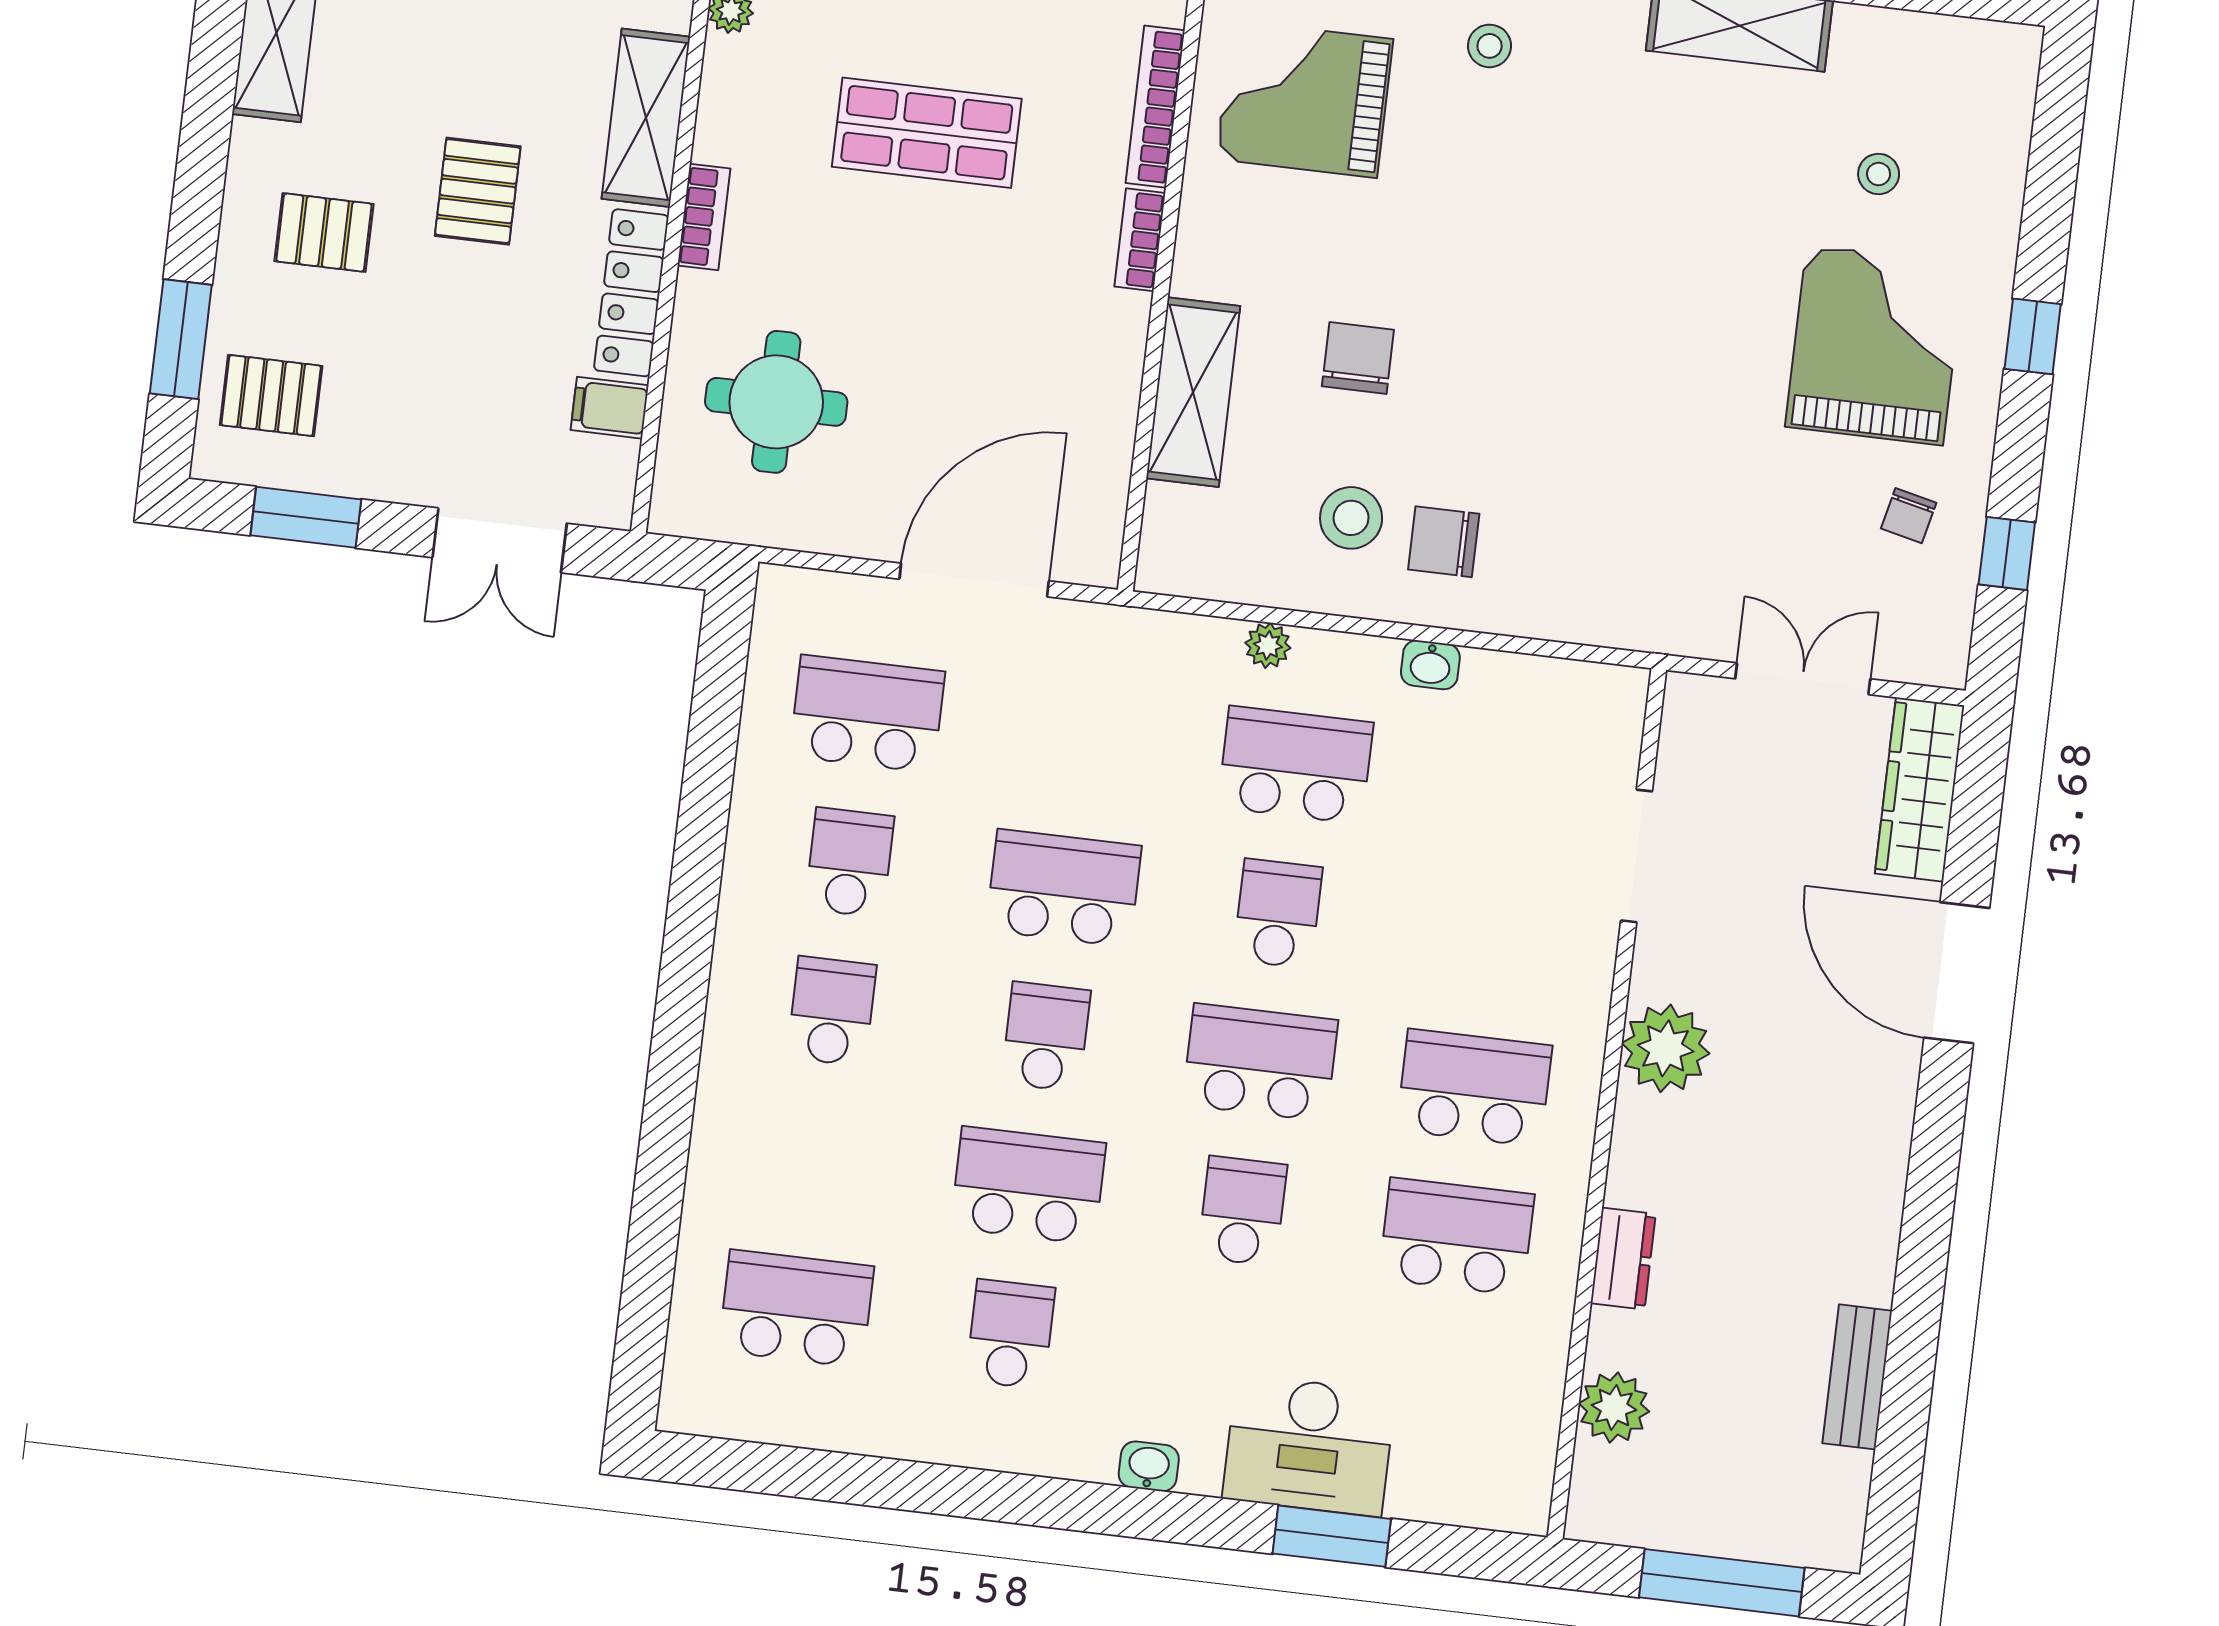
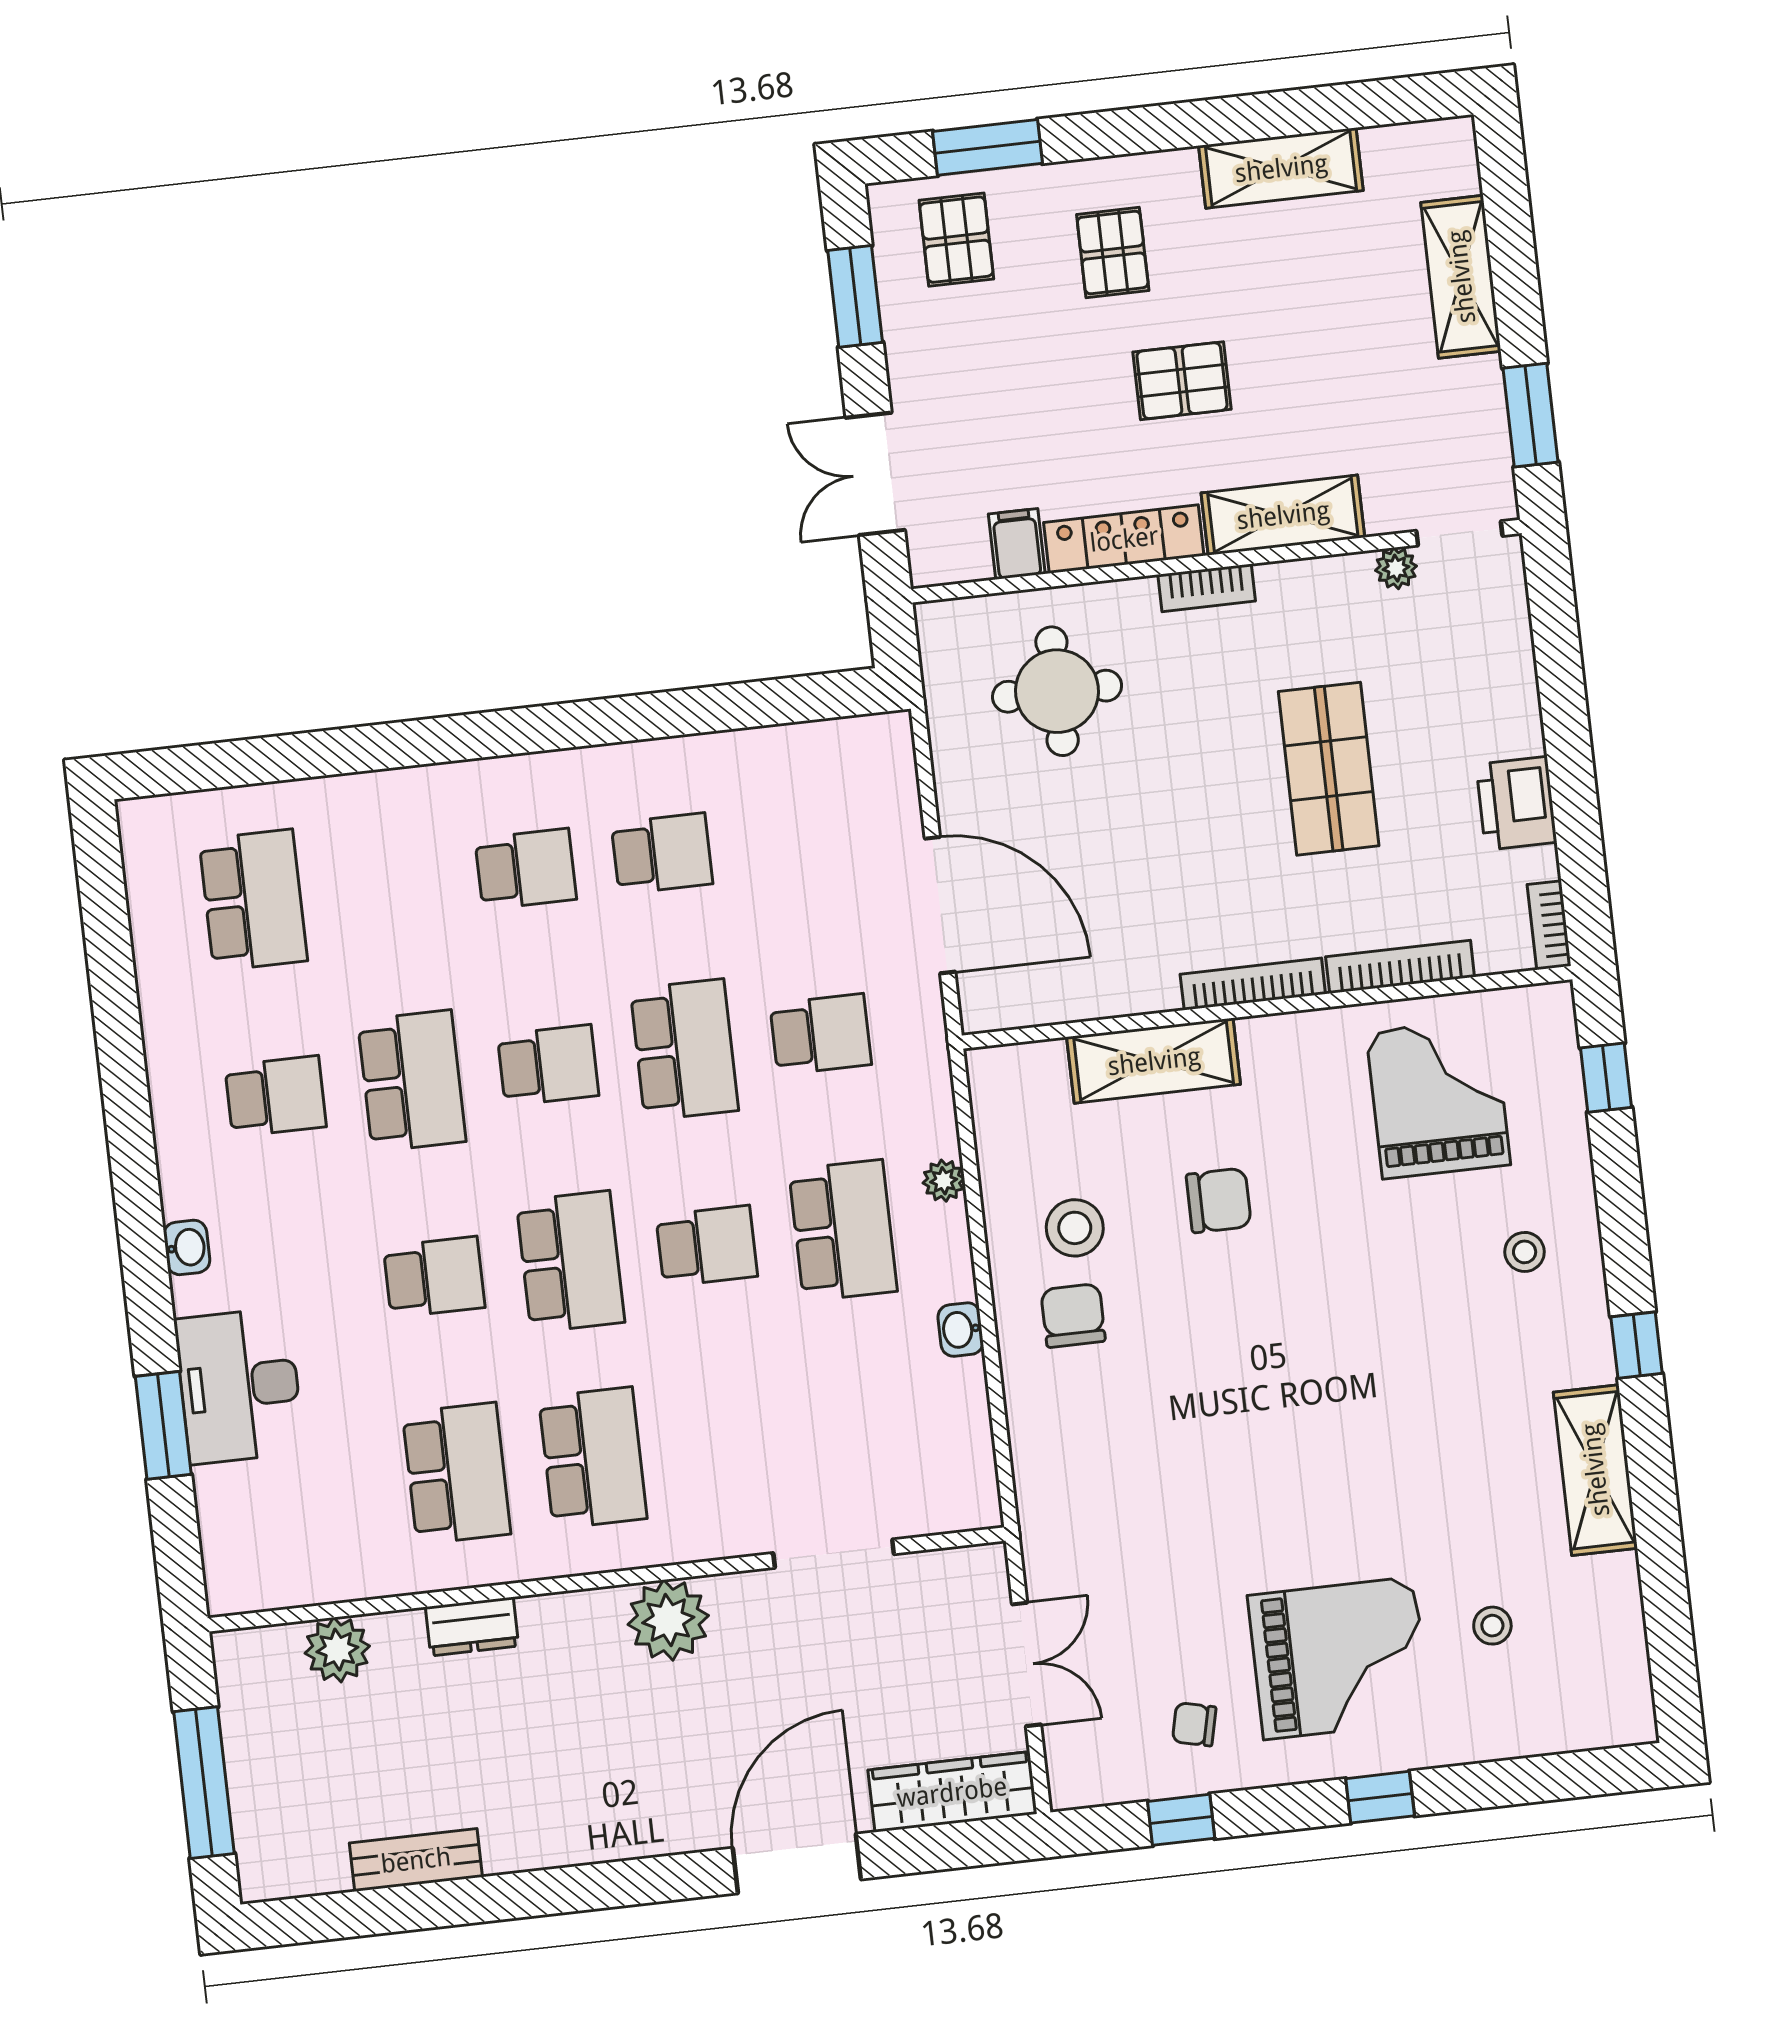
bookcase: (1140, 240) -> (1253, 984), width x1.56
school desk: (867, 714) -> (821, 1034), moved, width x0.54

